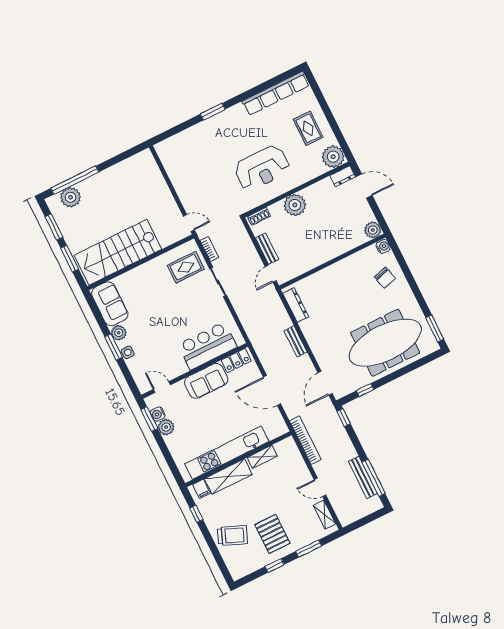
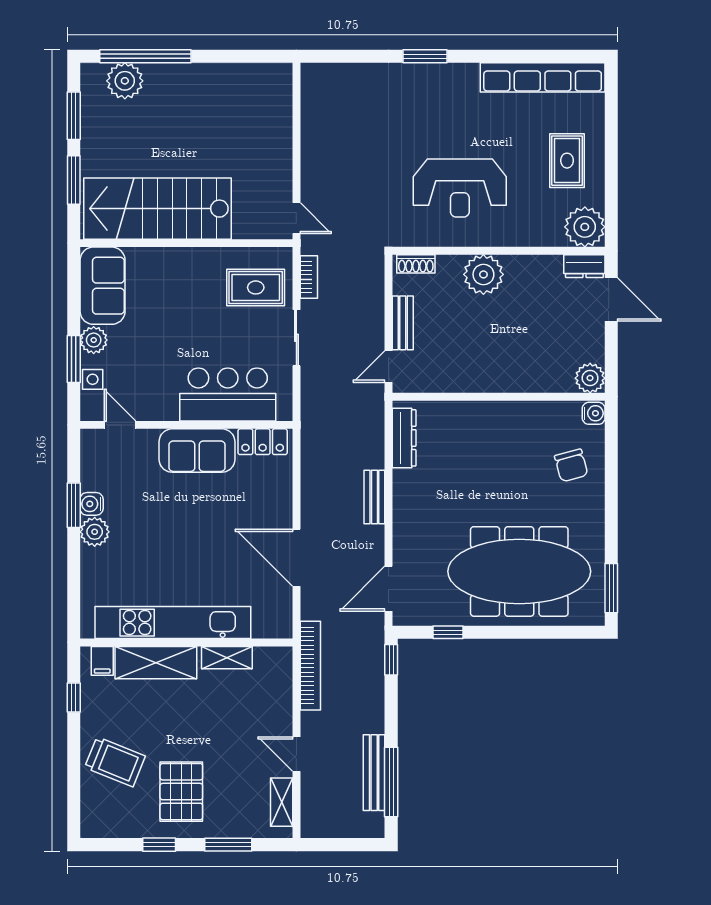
bar counter: (208, 346) -> (228, 394), moved
locker: (236, 360) -> (263, 442), moved
wall: (195, 371) -> (186, 425), moved
sofa: (206, 381) -> (197, 451), moved
door: (162, 387) -> (120, 425), moved

